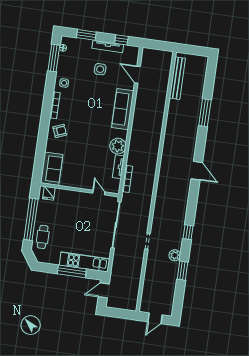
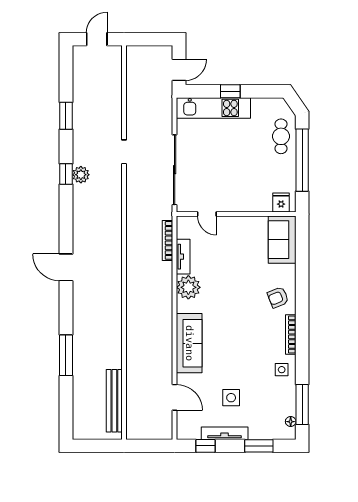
plant: (175, 255) -> (81, 175), moved
window: (72, 271) -> (230, 91), width x0.46

